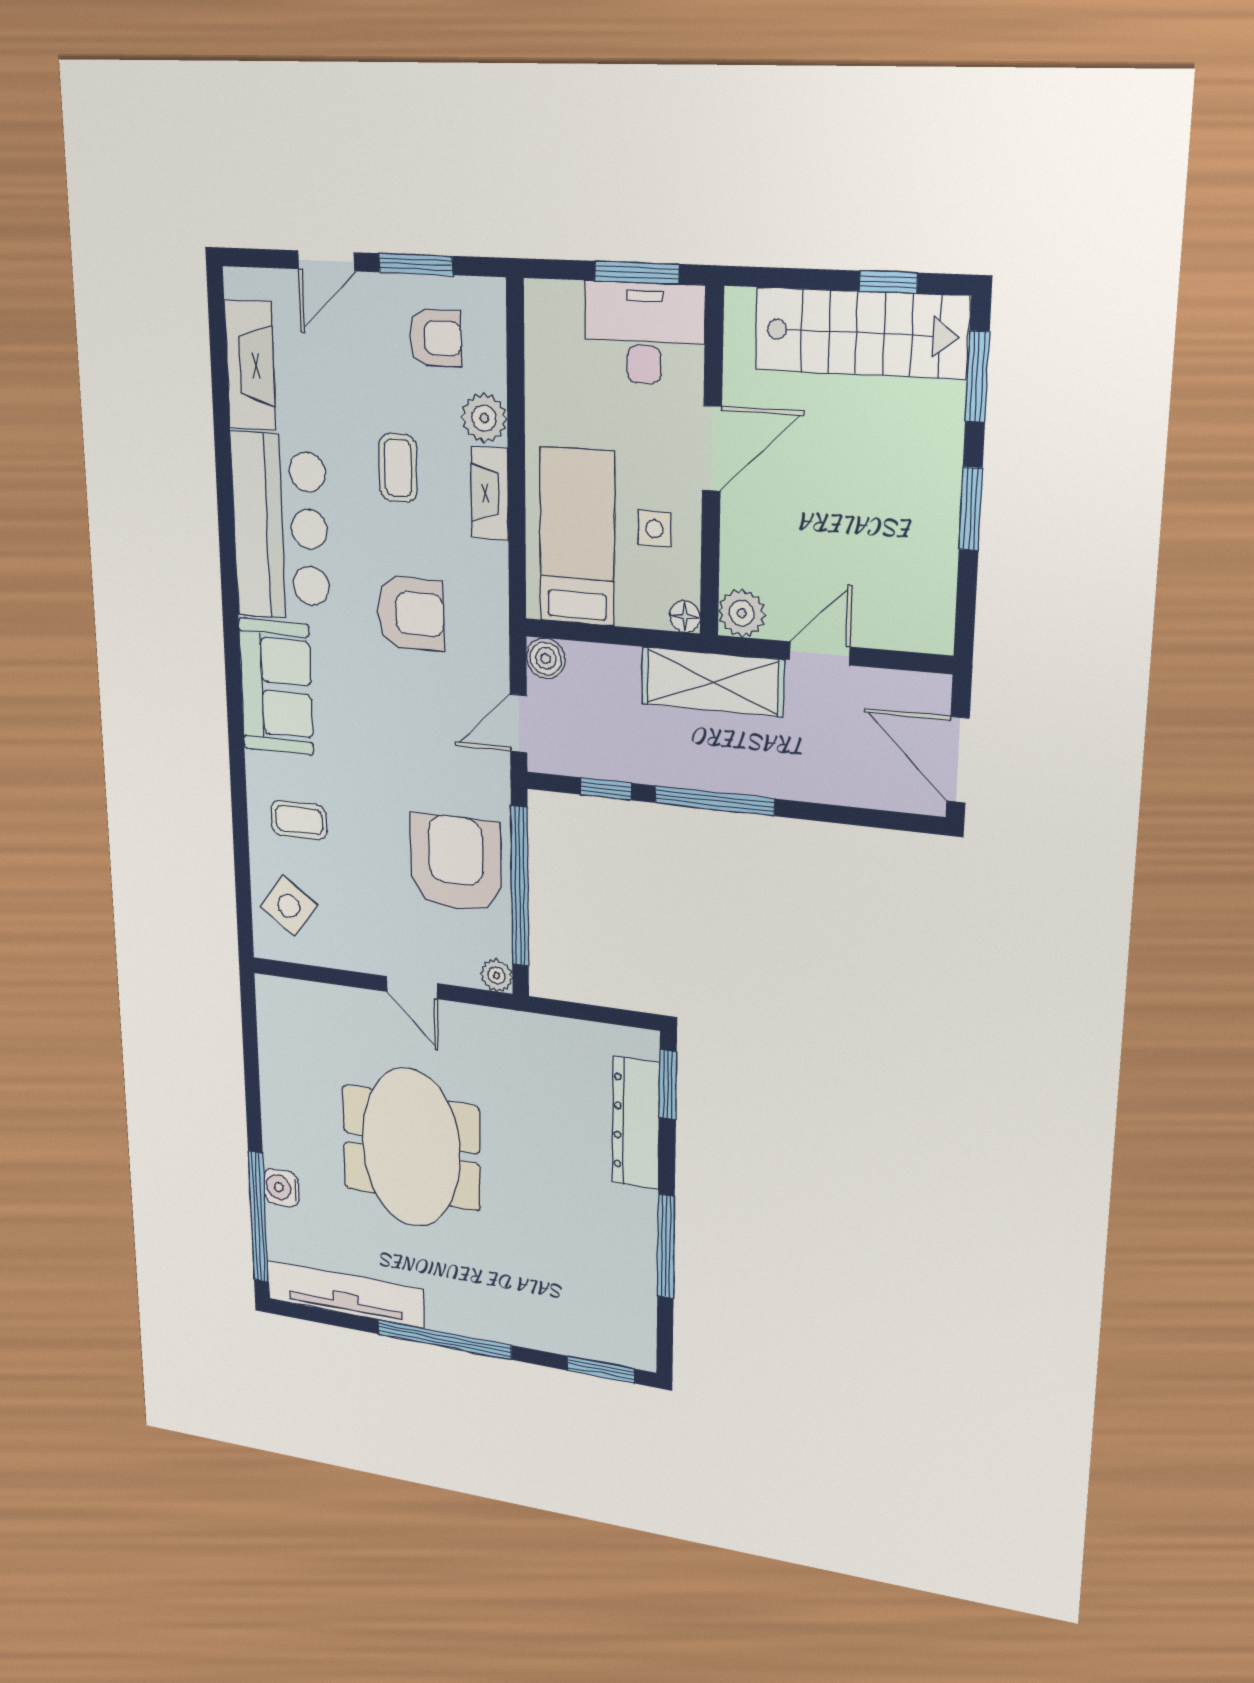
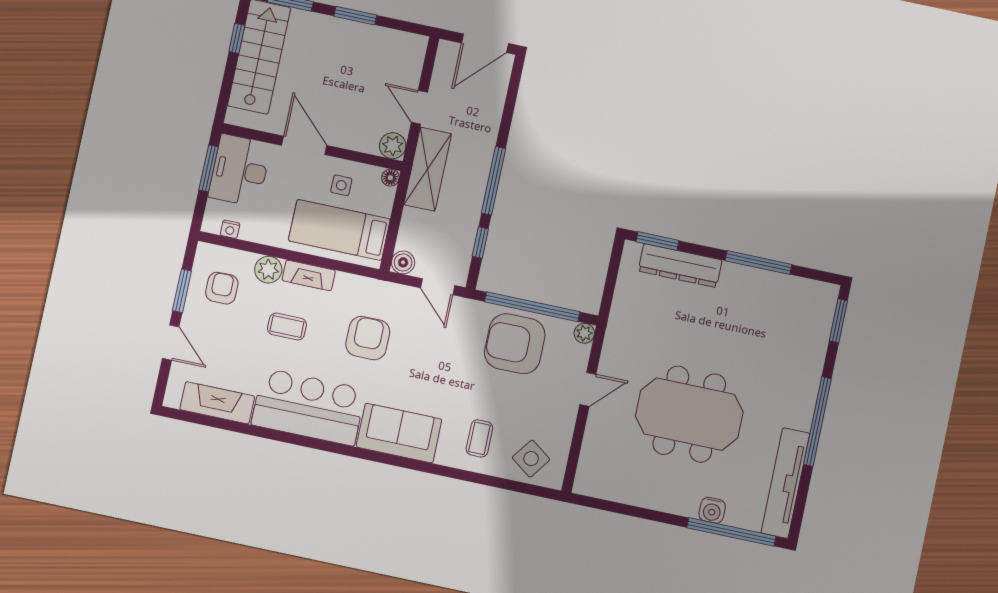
nightstand: (538, 334) -> (230, 229), added

